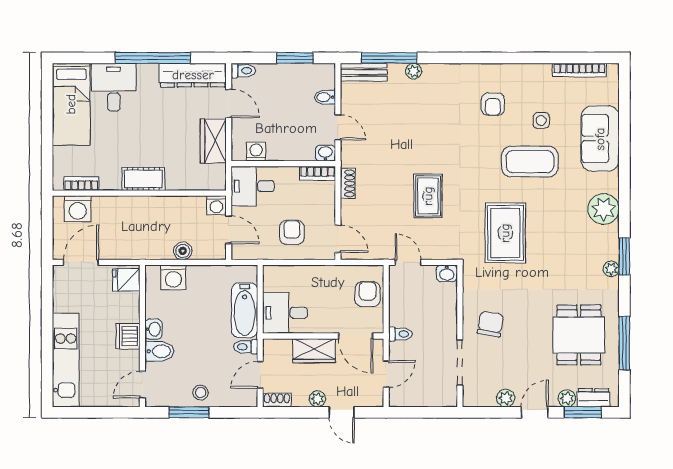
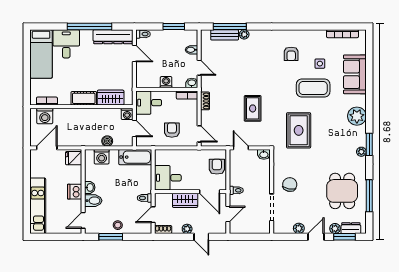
bench: (364, 72) -> (225, 35), moved
wardrobe: (213, 141) -> (111, 98), moved, turned 90
washing machine: (256, 152) -> (166, 82), moved
bathtub: (245, 310) -> (135, 157), moved, turned -90

